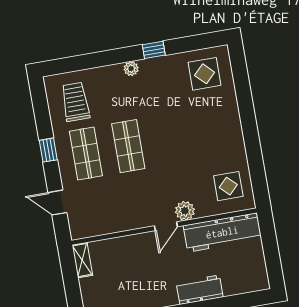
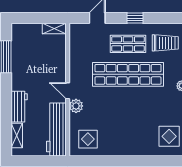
shop shelf: (128, 146) -> (128, 74), width x2.00, depth x1.36
shelving: (241, 286) -> (17, 136), added

